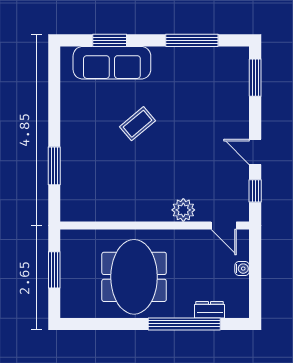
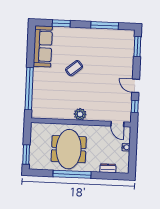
sofa: (112, 63) -> (43, 46), moved, turned -90
window: (54, 166) -> (29, 89), width x2.11
plant: (183, 210) -> (80, 114), moved
window: (54, 270) -> (26, 155), moved
window: (184, 324) -> (72, 174), moved

